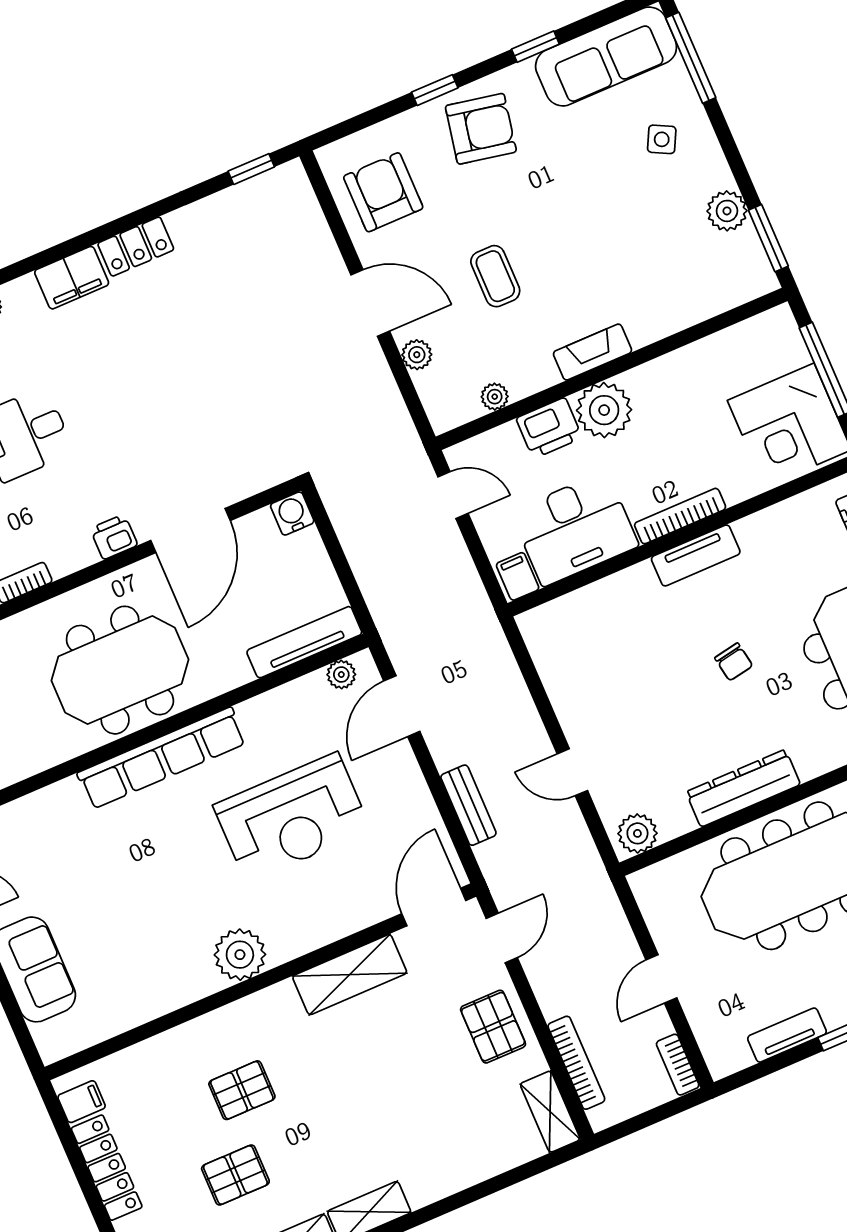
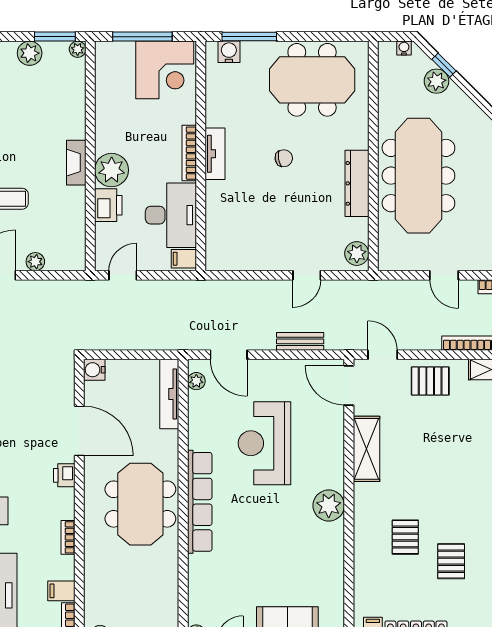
plant: (495, 397) -> (78, 49), moved
reception desk: (292, 817) -> (264, 443), turned 180

